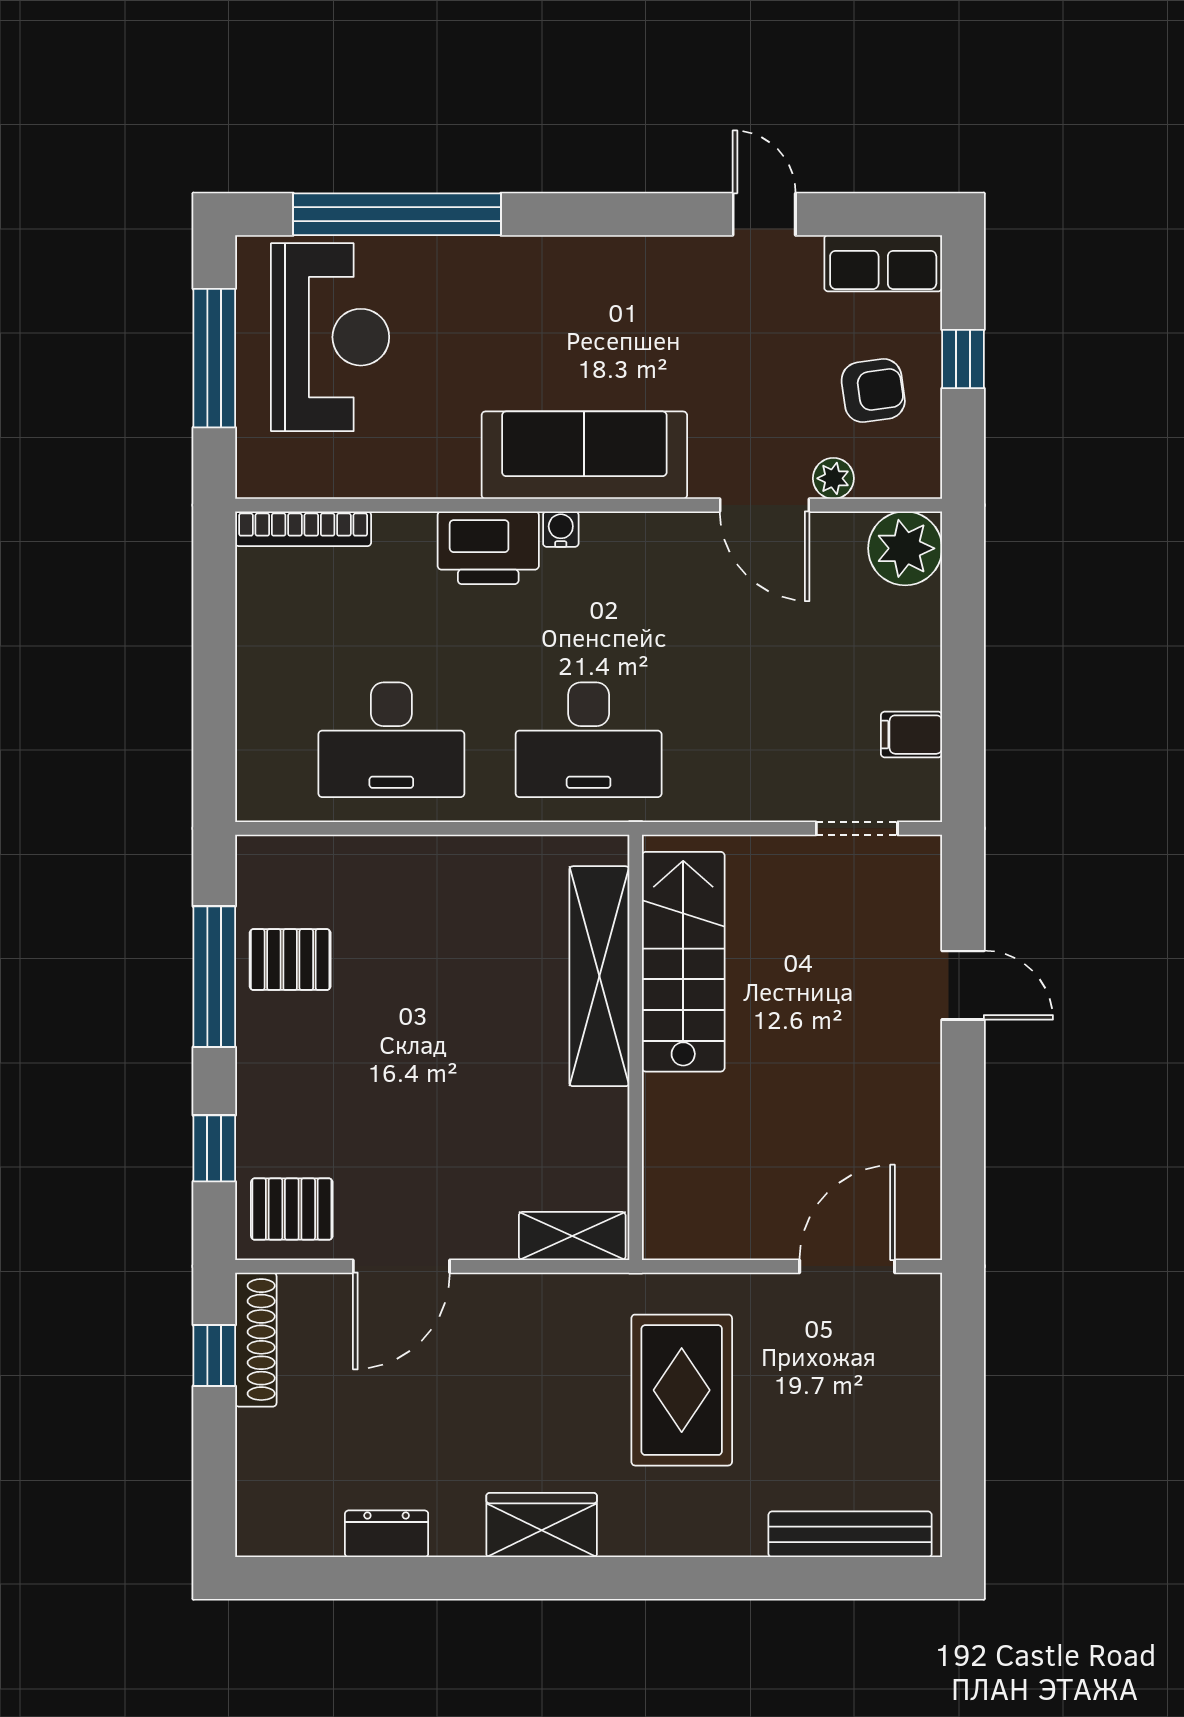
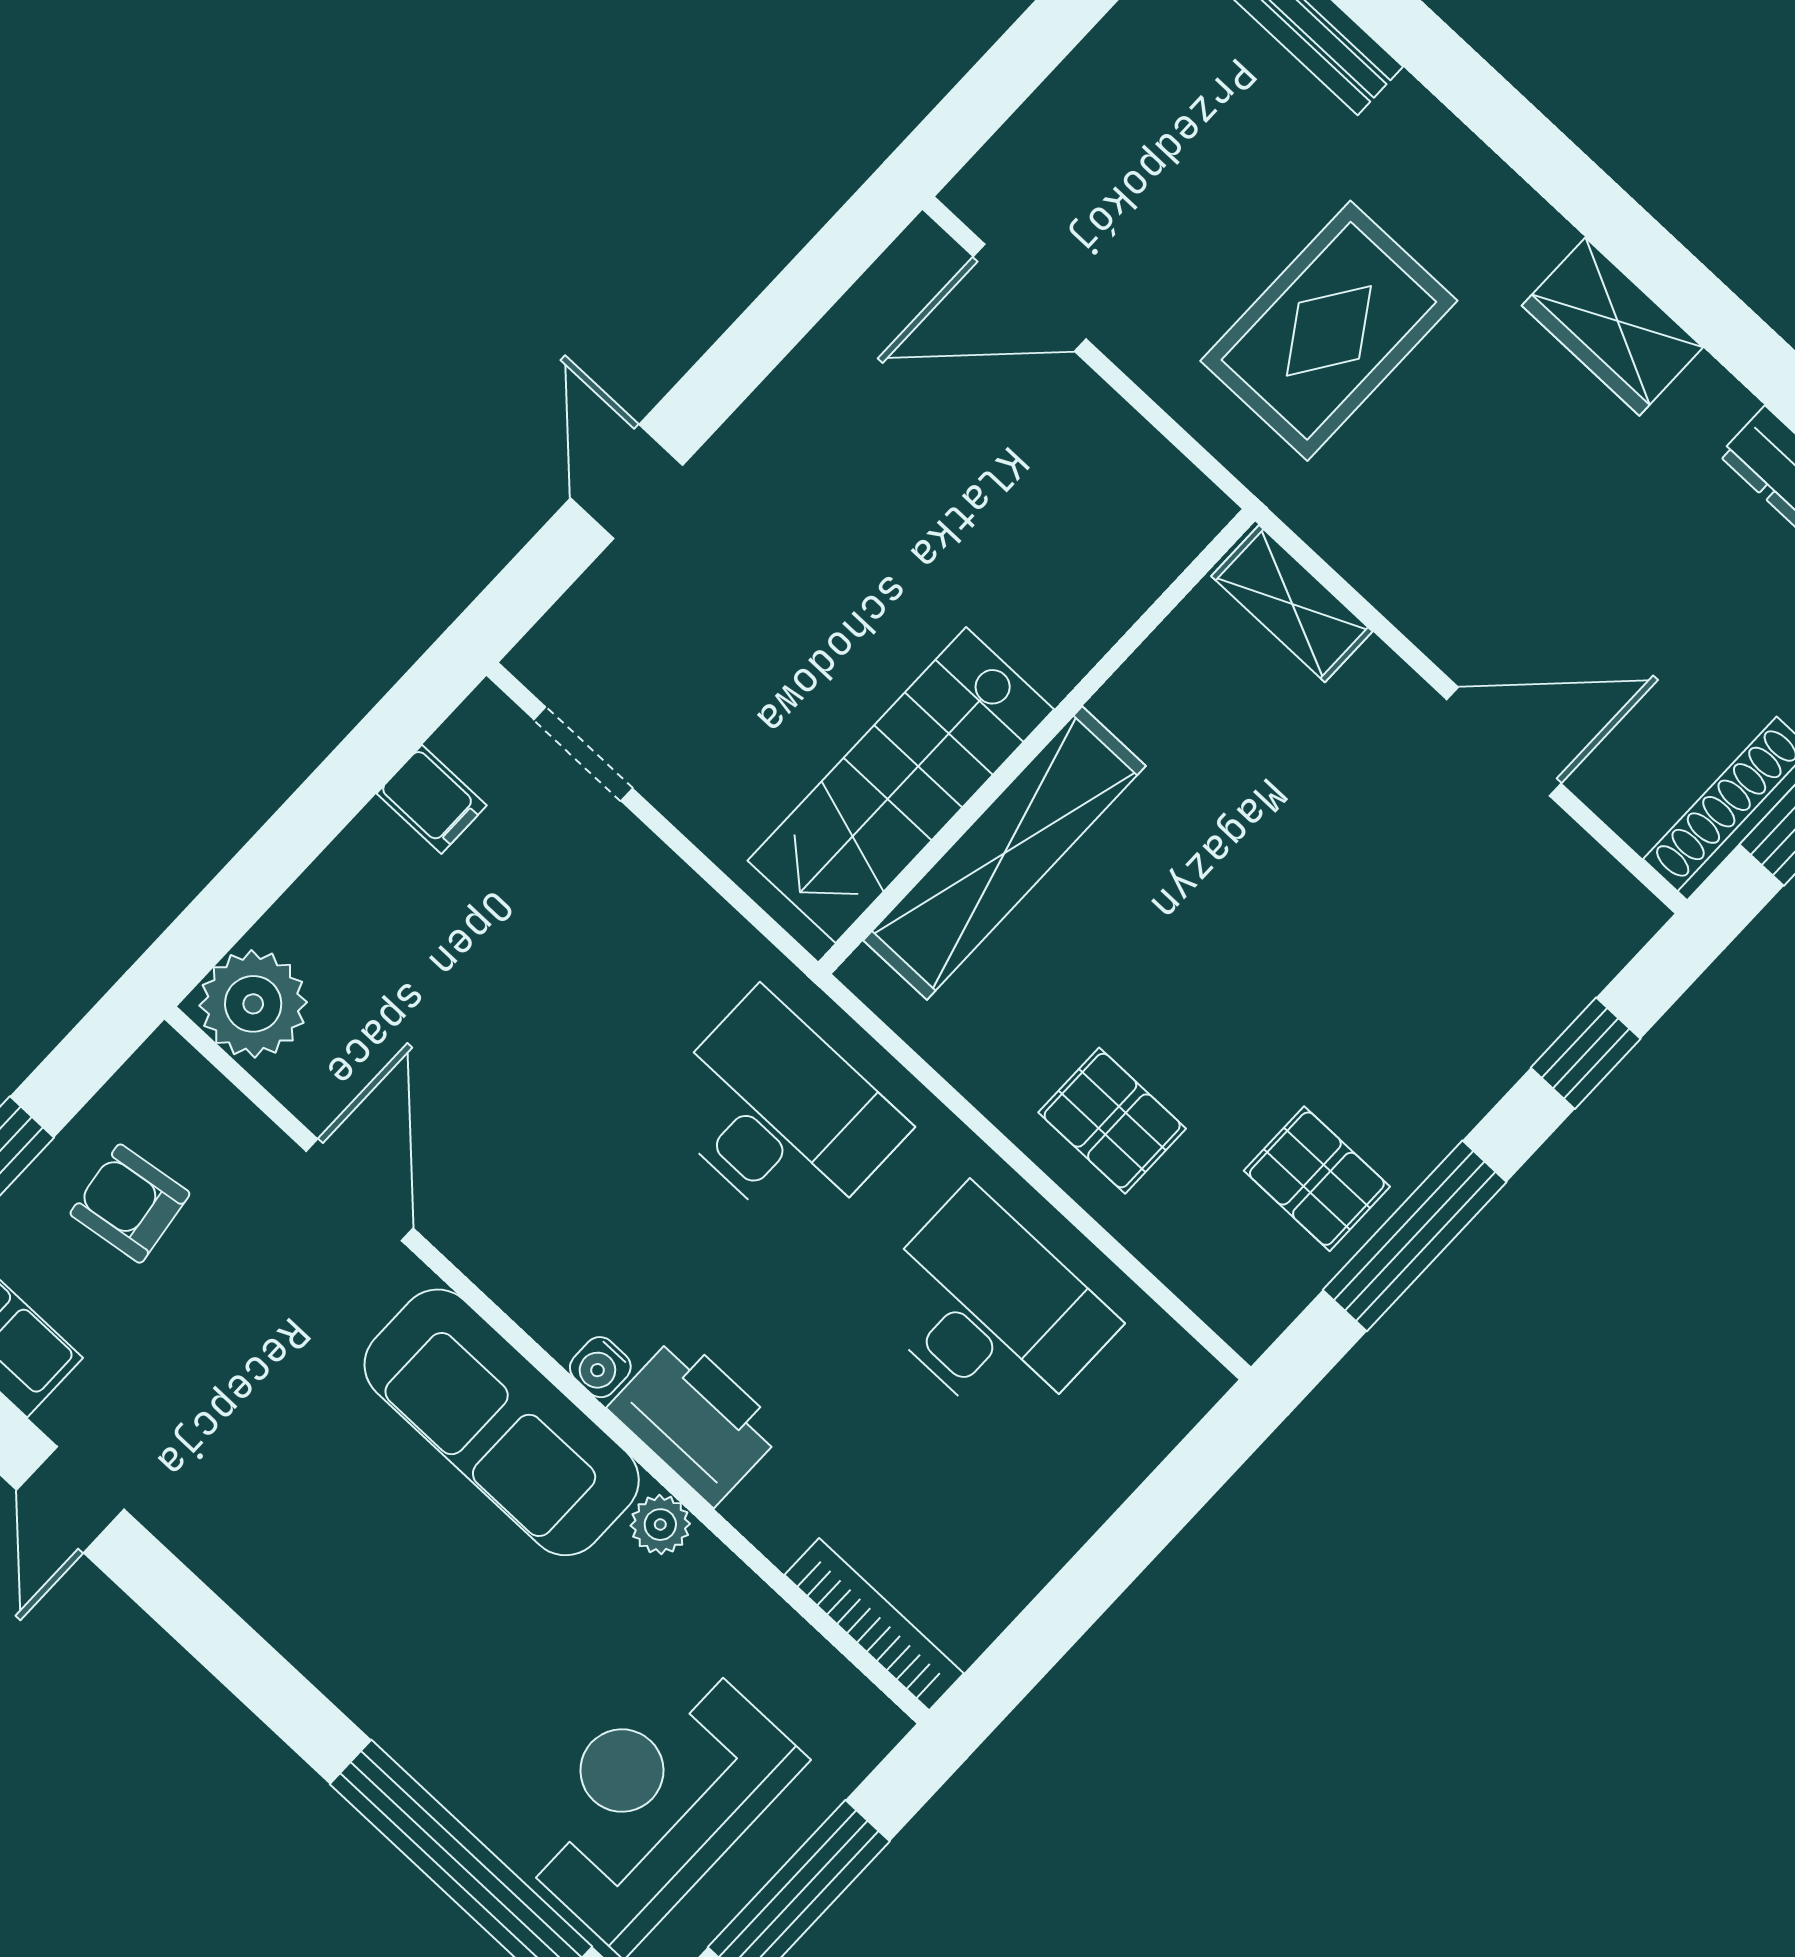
plant: (833, 478) -> (660, 1525), moved
pallet: (292, 1209) -> (1112, 1121), moved

